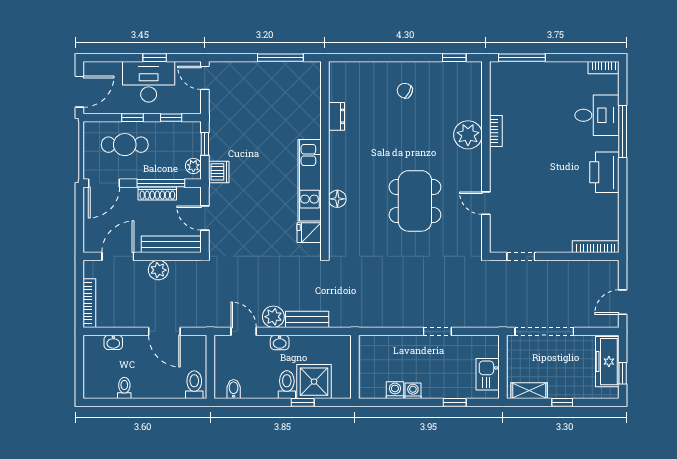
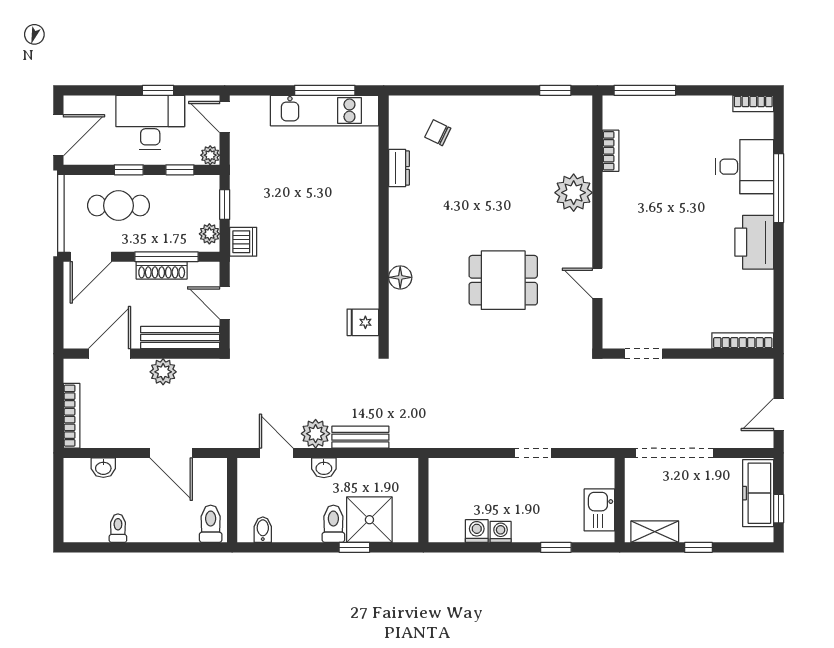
chair: (405, 91) -> (438, 133), moved
plant: (194, 107) -> (210, 155), added
bookcase: (496, 131) -> (611, 151), moved
kitchen unit: (310, 180) -> (325, 111), moved, turned -90
dining table: (415, 201) -> (503, 280), width x0.73

